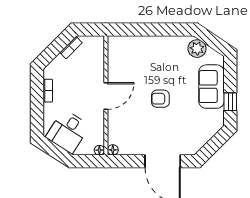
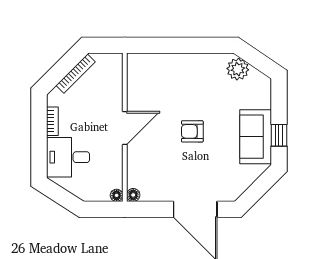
bookcase: (71, 48) -> (76, 74), width x1.56
sofa: (211, 87) -> (256, 137), moved
desk: (68, 131) -> (68, 157), moved, turned 57

